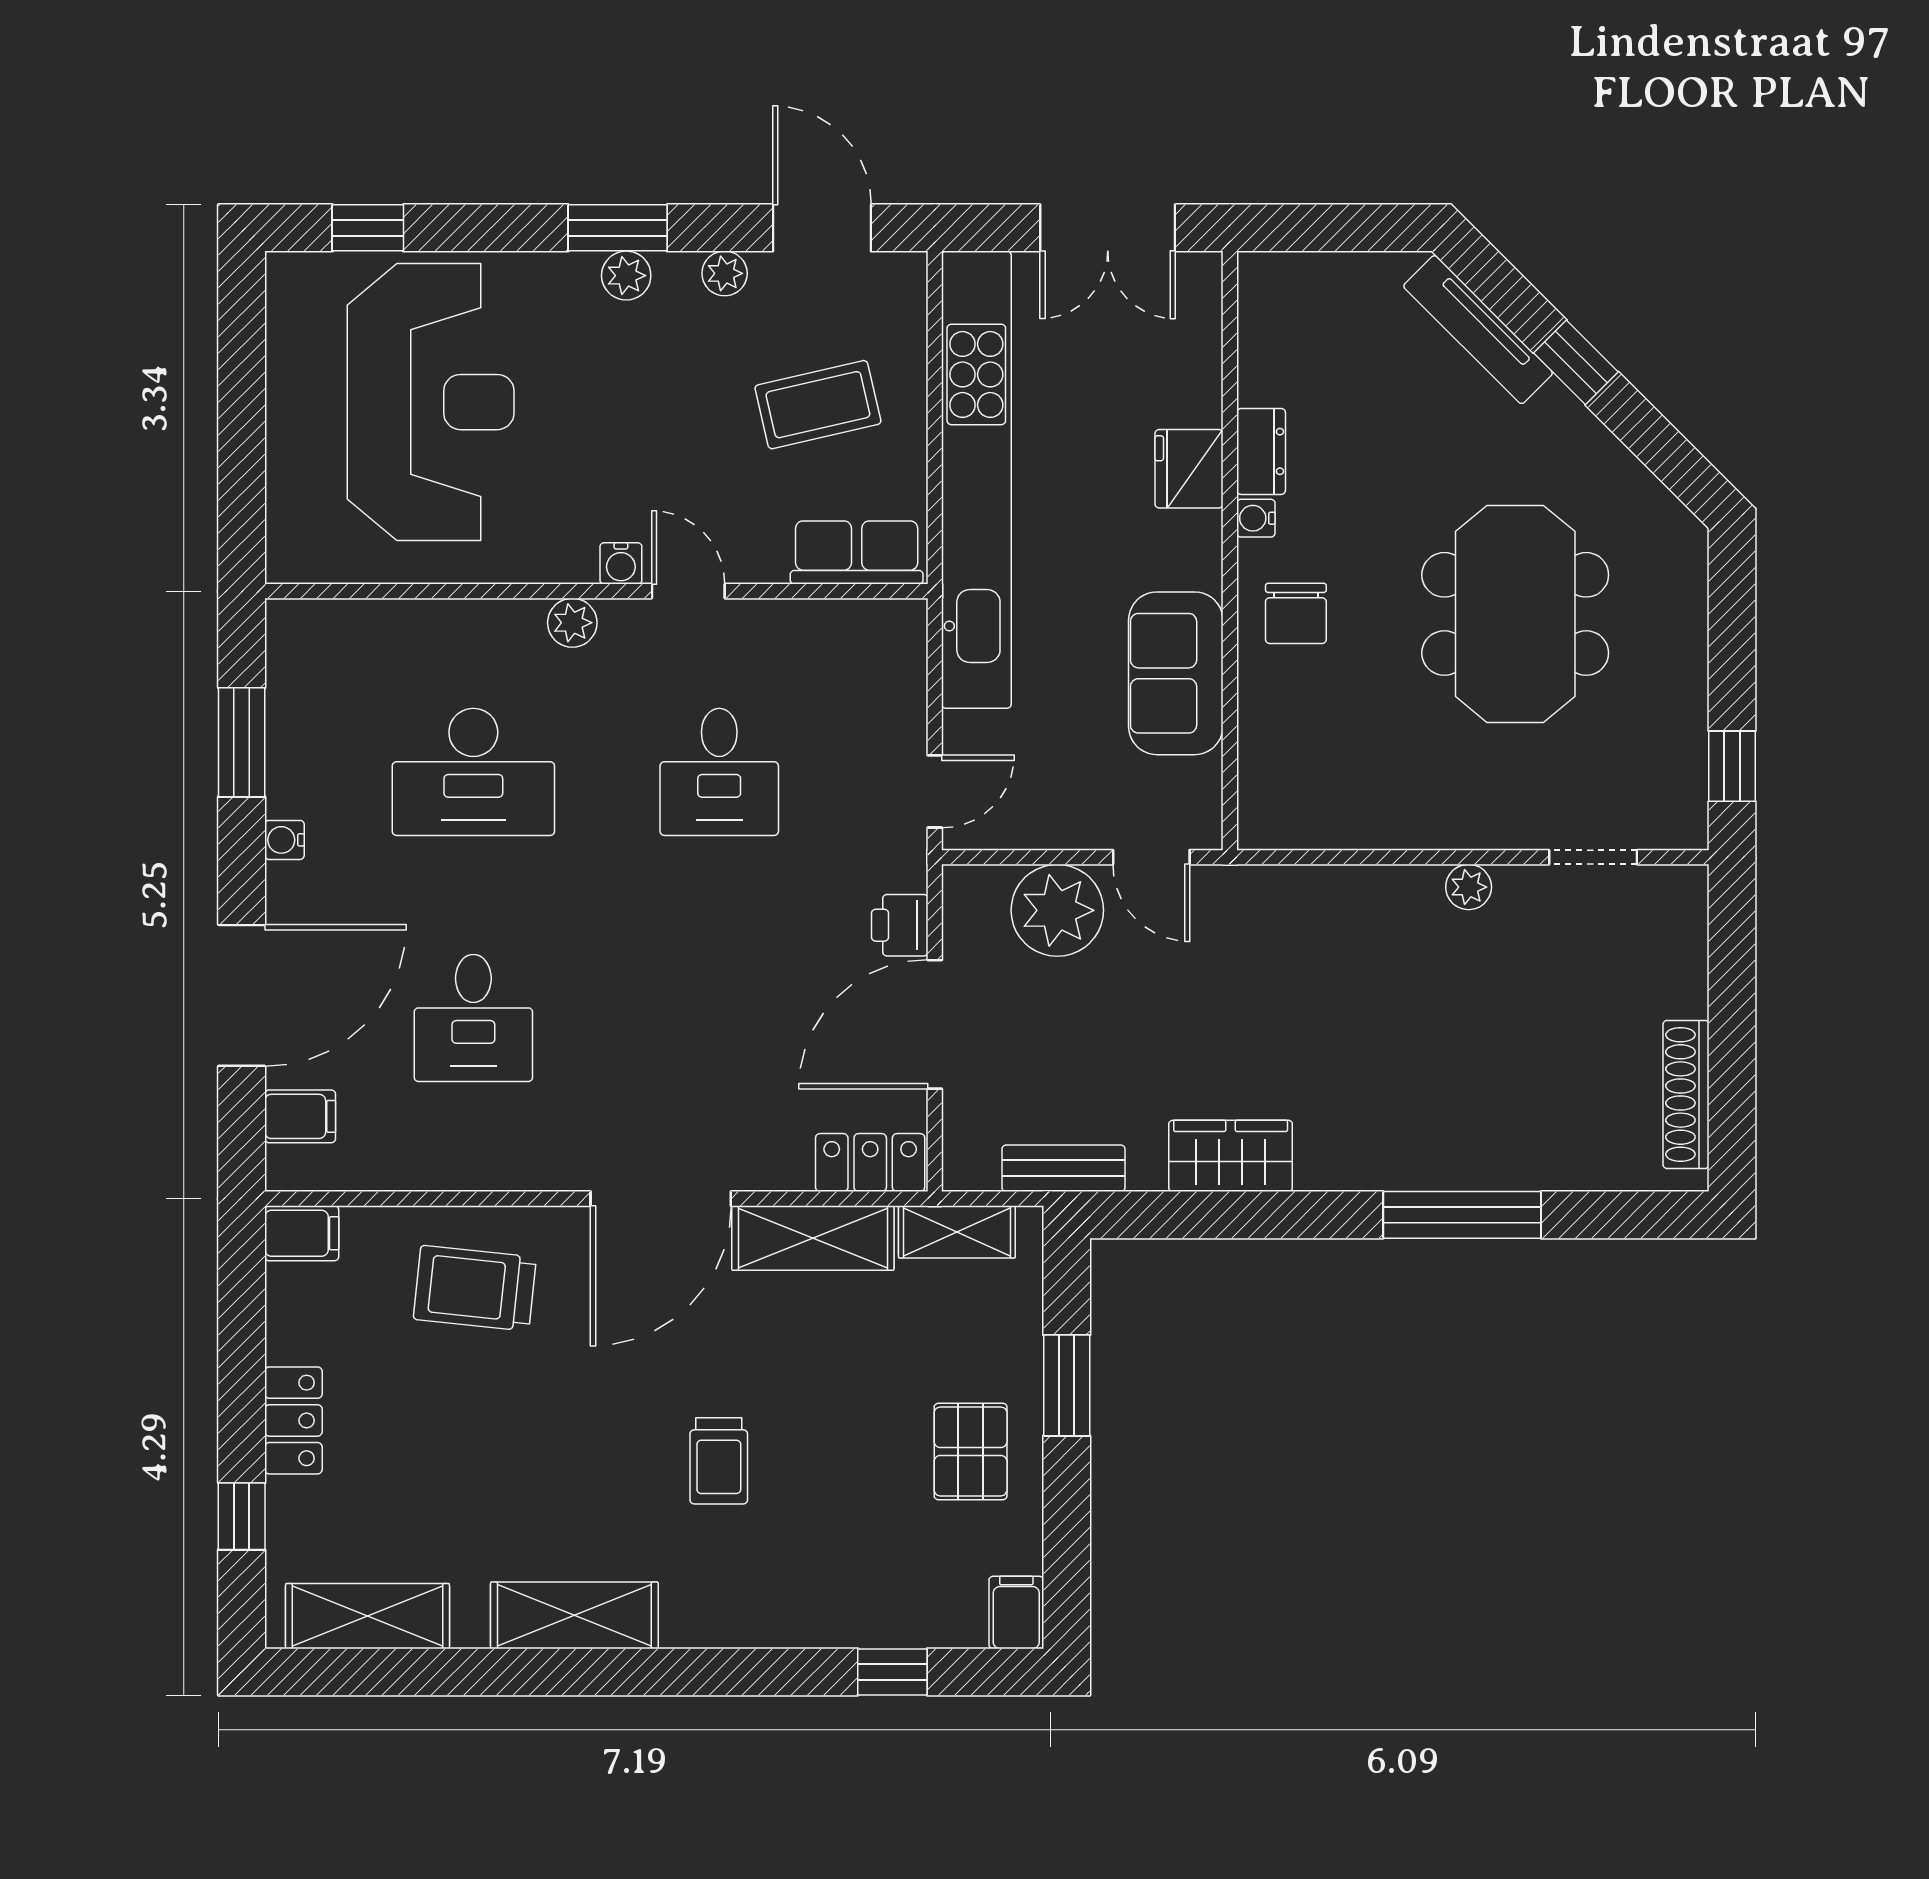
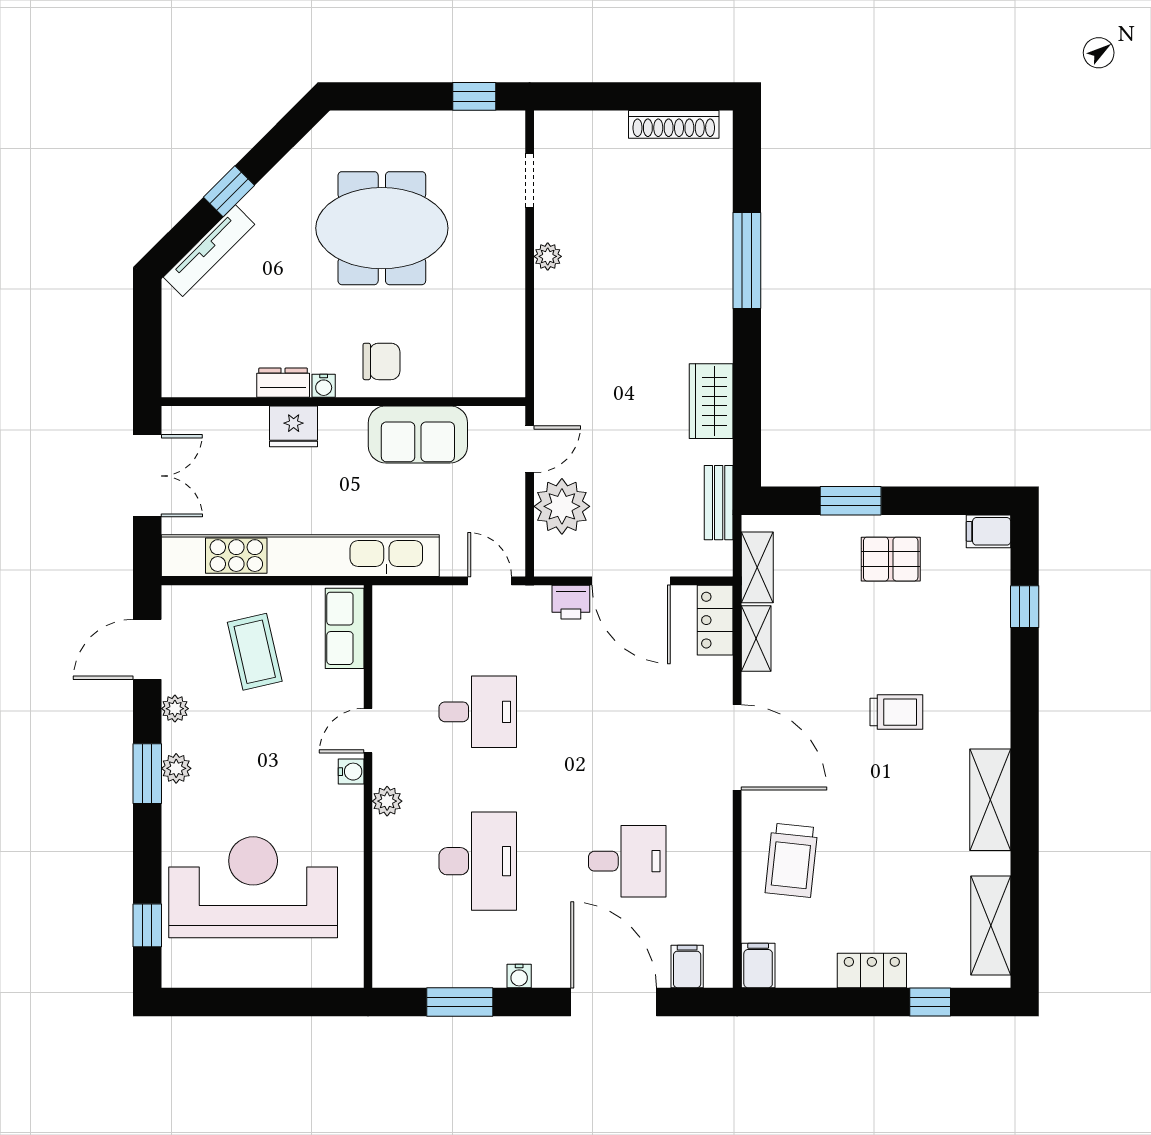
shelving: (813, 1238) -> (756, 638), width x0.67, depth x0.75

